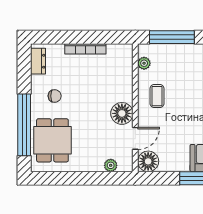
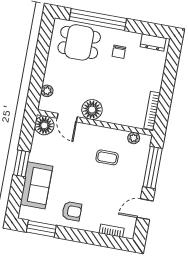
bookcase: (85, 49) -> (152, 111), moved
coffee table: (157, 96) -> (107, 157), moved

